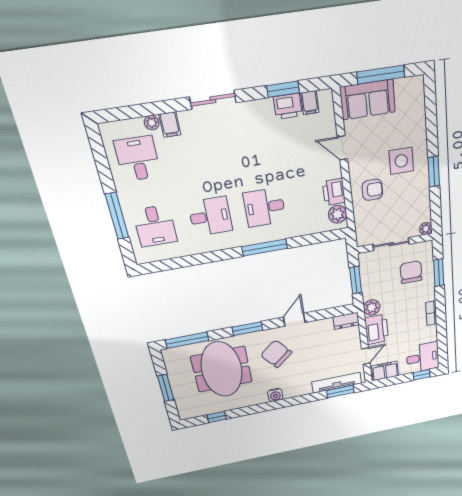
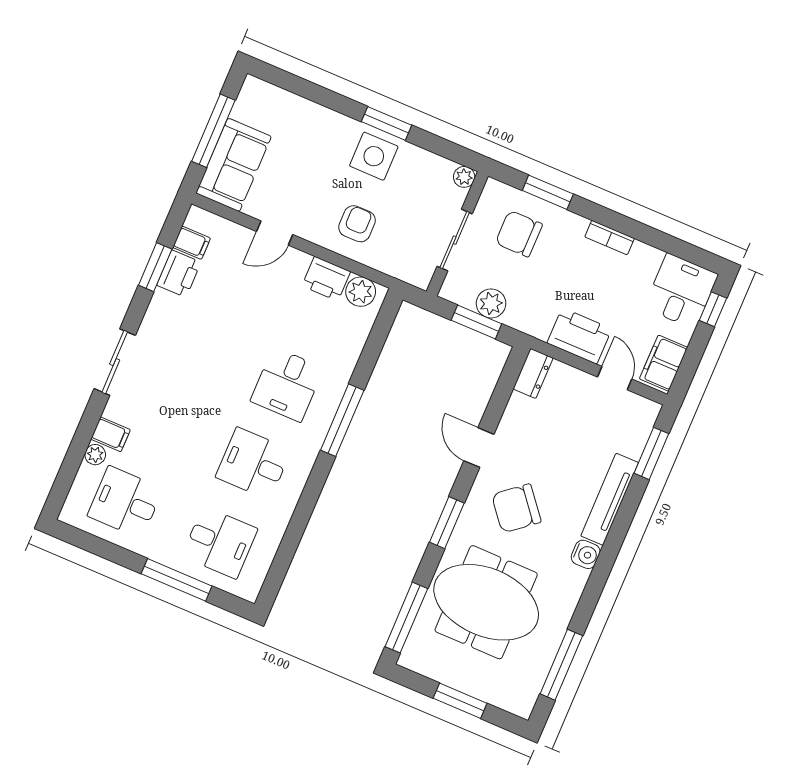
side table: (401, 161) -> (374, 156), moved
desk: (210, 216) -> (253, 463), turned -90
plant: (372, 307) -> (491, 303), moved
tv unit: (337, 383) -> (610, 499), moved
window: (217, 417) -> (561, 665), width x2.17

